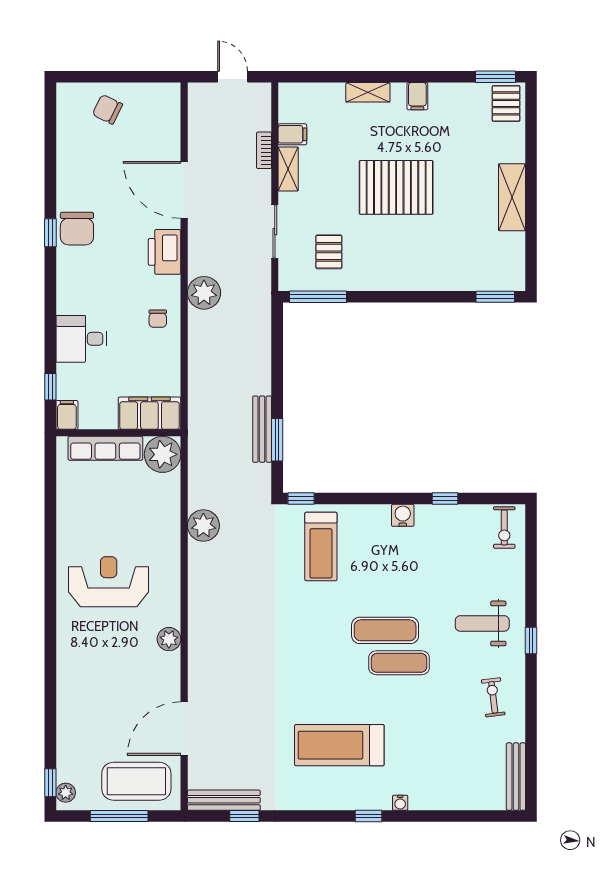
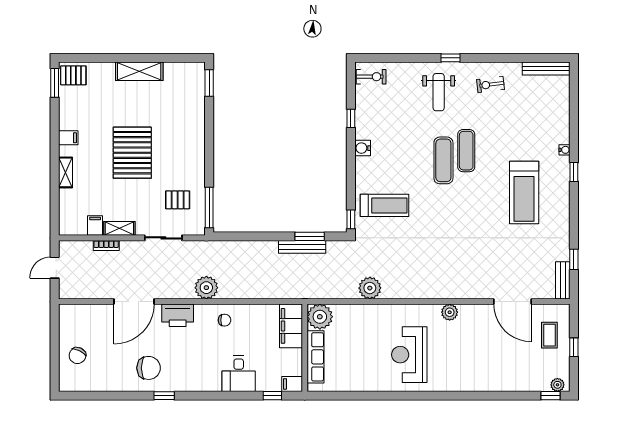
chair: (77, 229) -> (149, 368), moved
coffee table: (136, 781) -> (549, 335), width x0.54, depth x0.58
bench: (224, 800) -> (563, 280), width x0.73
window: (119, 816) -> (574, 347), width x0.46

